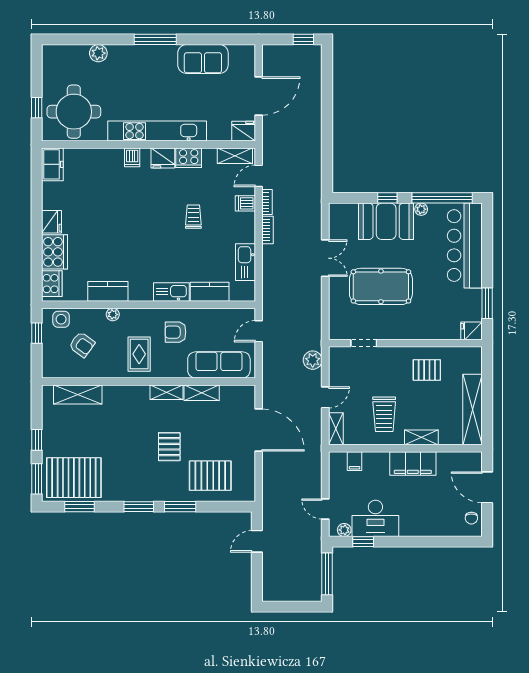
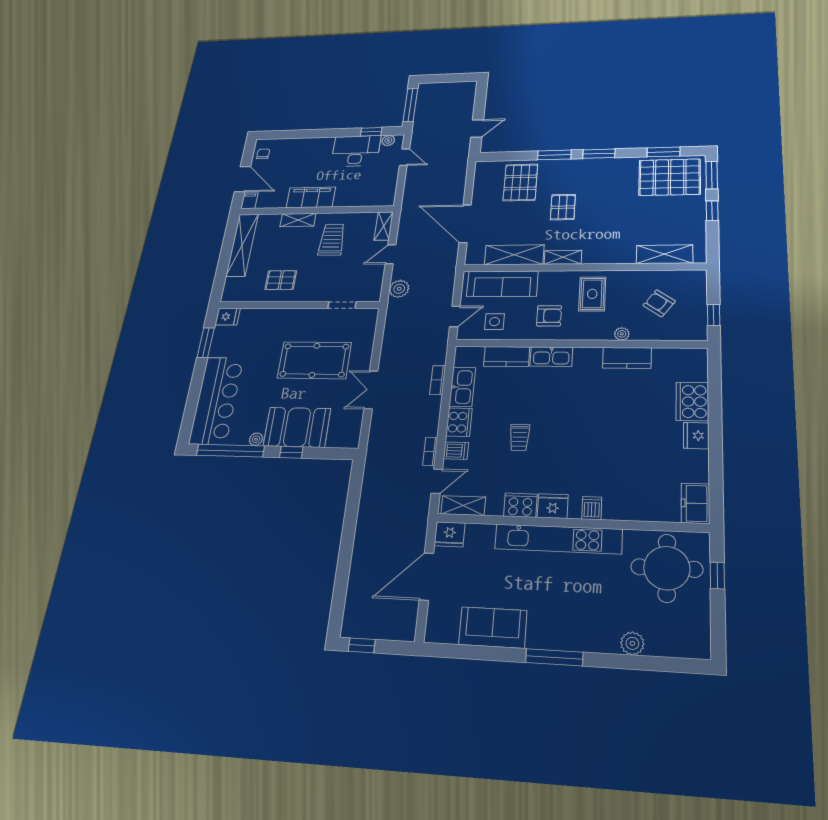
bookcase: (268, 230) -> (438, 380), moved
cooker: (52, 284) -> (459, 422), moved, turned 180
side table: (61, 319) -> (494, 322), moved
shelving: (202, 393) -> (514, 255), width x1.50, depth x1.33
filing cabinet: (355, 461) -> (249, 201), moved
pallet: (210, 476) -> (520, 182), turned 90

